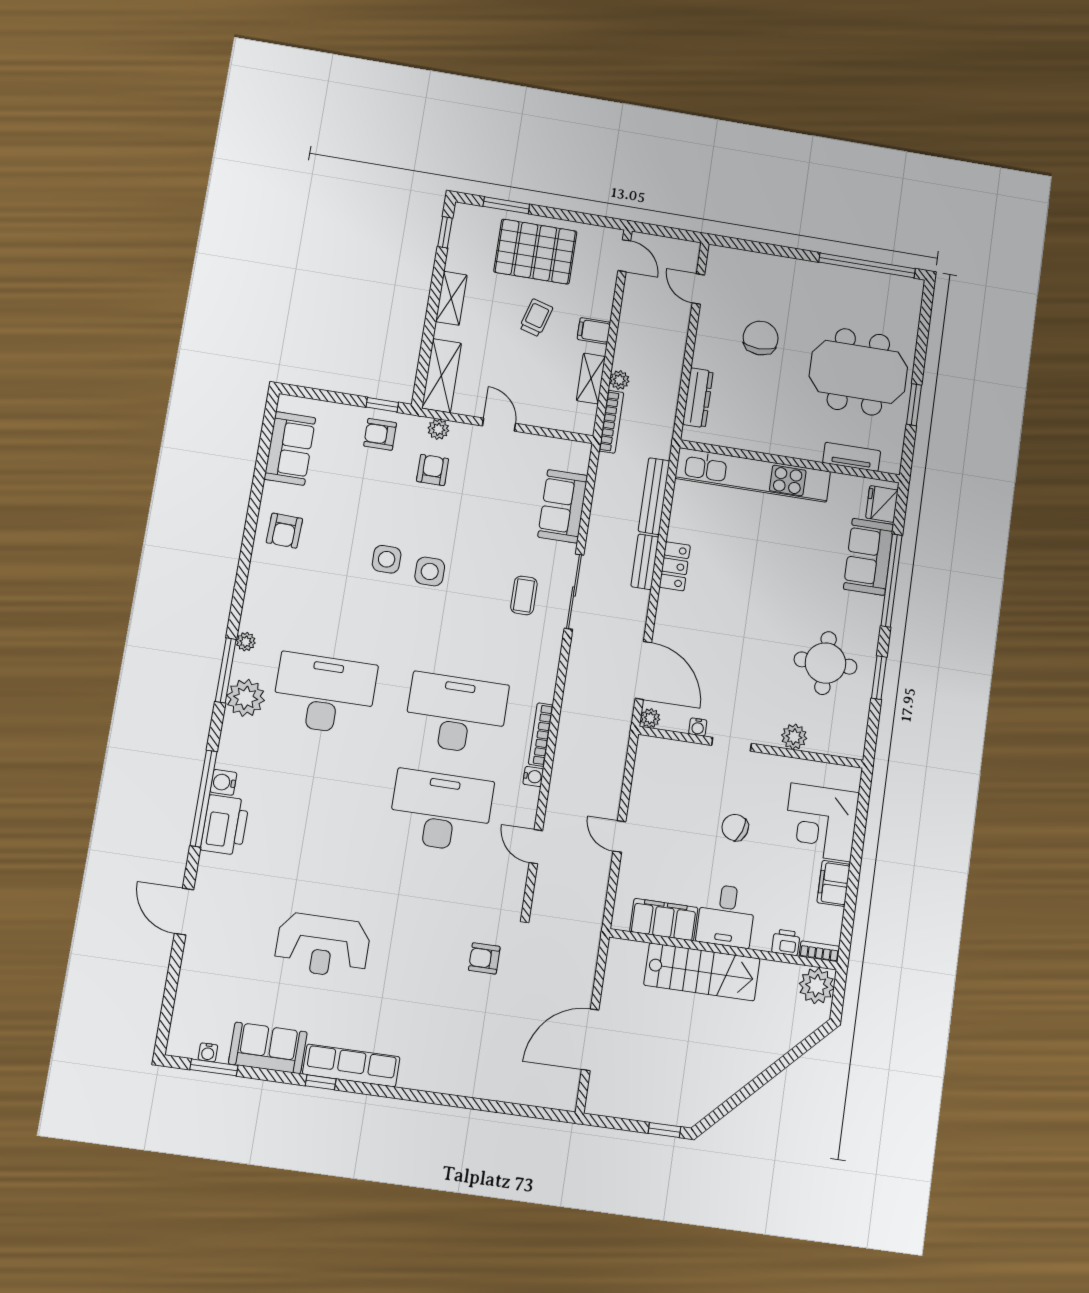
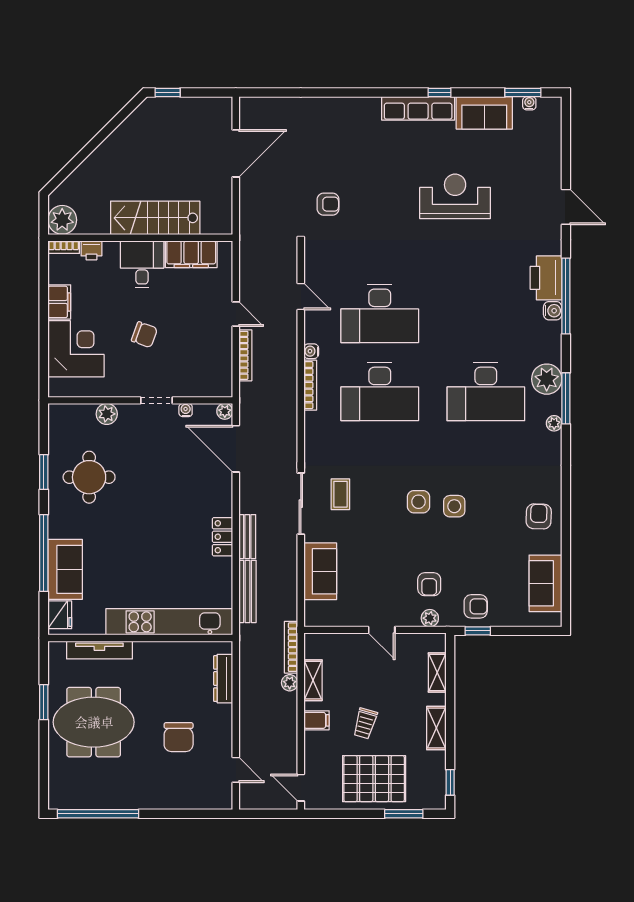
shelving: (441, 376) -> (437, 672), width x0.67, depth x0.75
tv unit: (852, 457) -> (99, 650), width x1.41
bookcase: (615, 783) -> (245, 355), added

